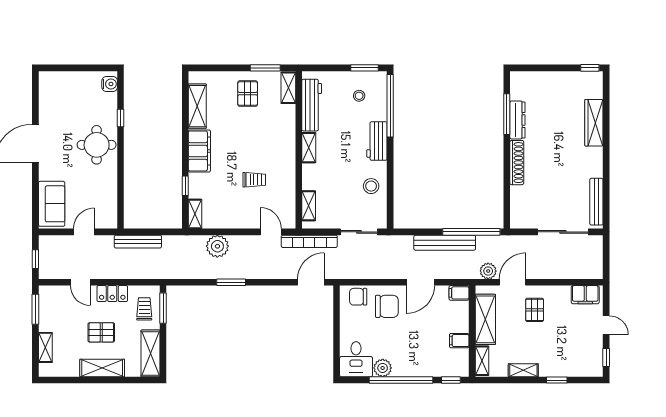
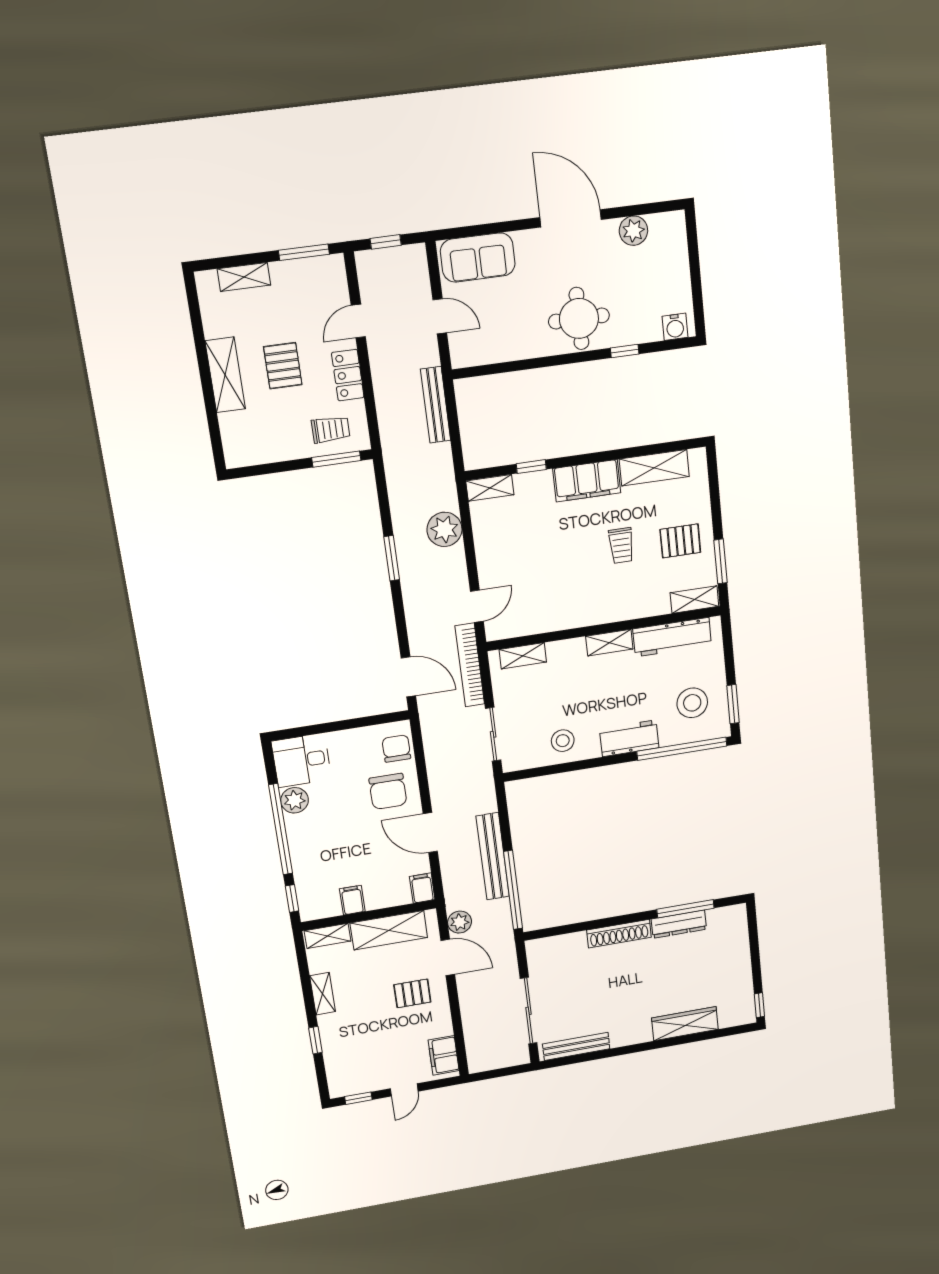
stool: (359, 96) -> (692, 703), width x1.89, depth x1.89
plant: (48, 105) -> (633, 231), added
trolley: (254, 180) -> (621, 545), moved
shelving: (151, 353) -> (261, 449), removed

